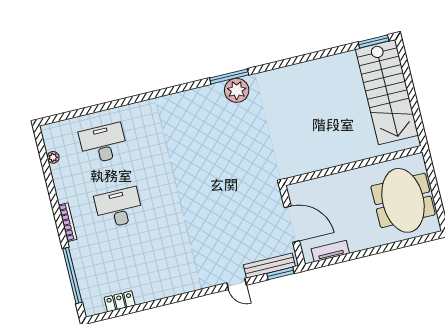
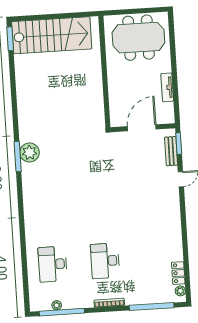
window: (46, 165) -> (62, 312), added
tv unit: (330, 251) -> (167, 87), moved
bench: (269, 266) -> (171, 151), width x0.73
plant: (98, 308) -> (180, 291), added

